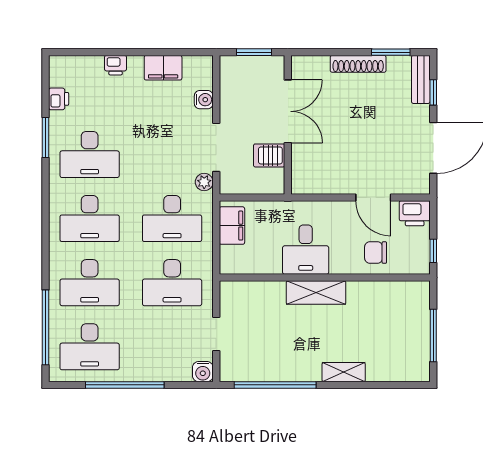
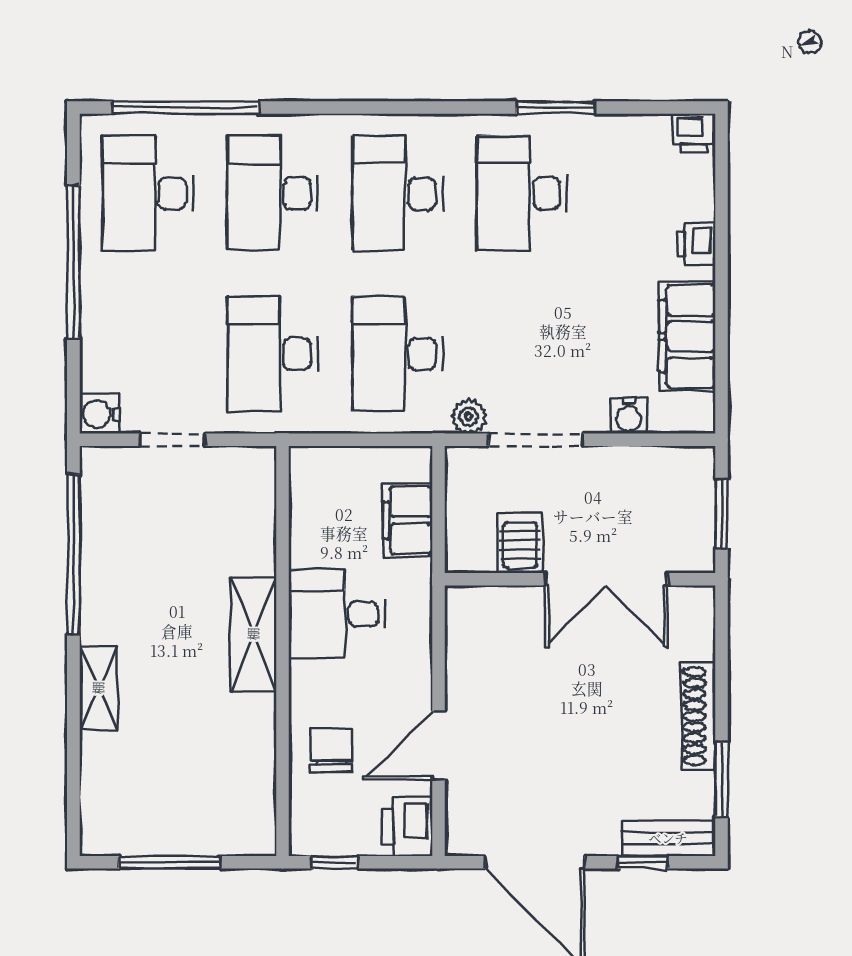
filing cabinet: (163, 68) -> (687, 336), width x1.50, depth x1.17
printer: (59, 99) -> (694, 133), moved
filing cabinet: (232, 226) -> (408, 520), moved, turned 90

